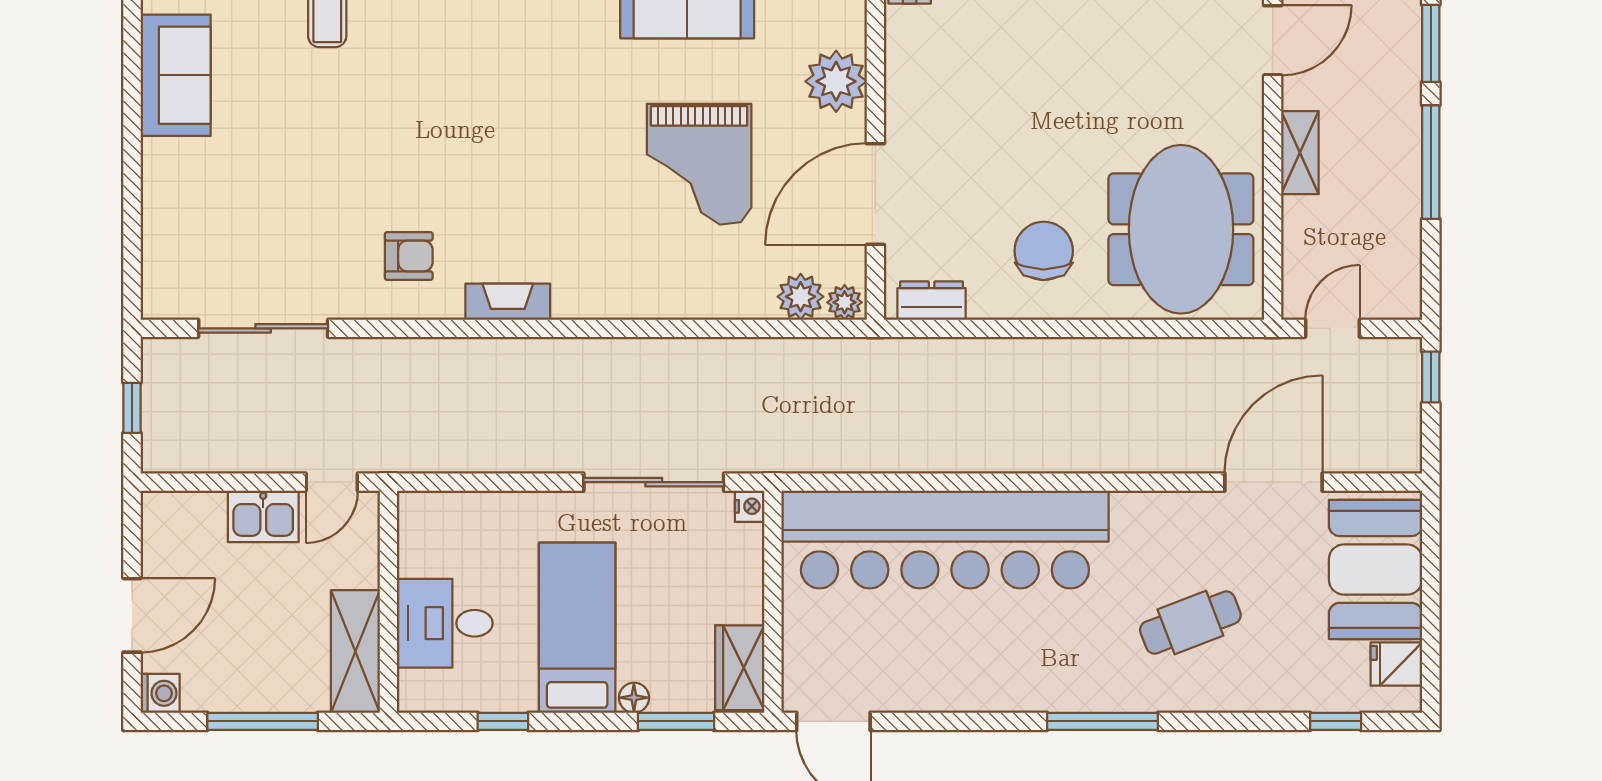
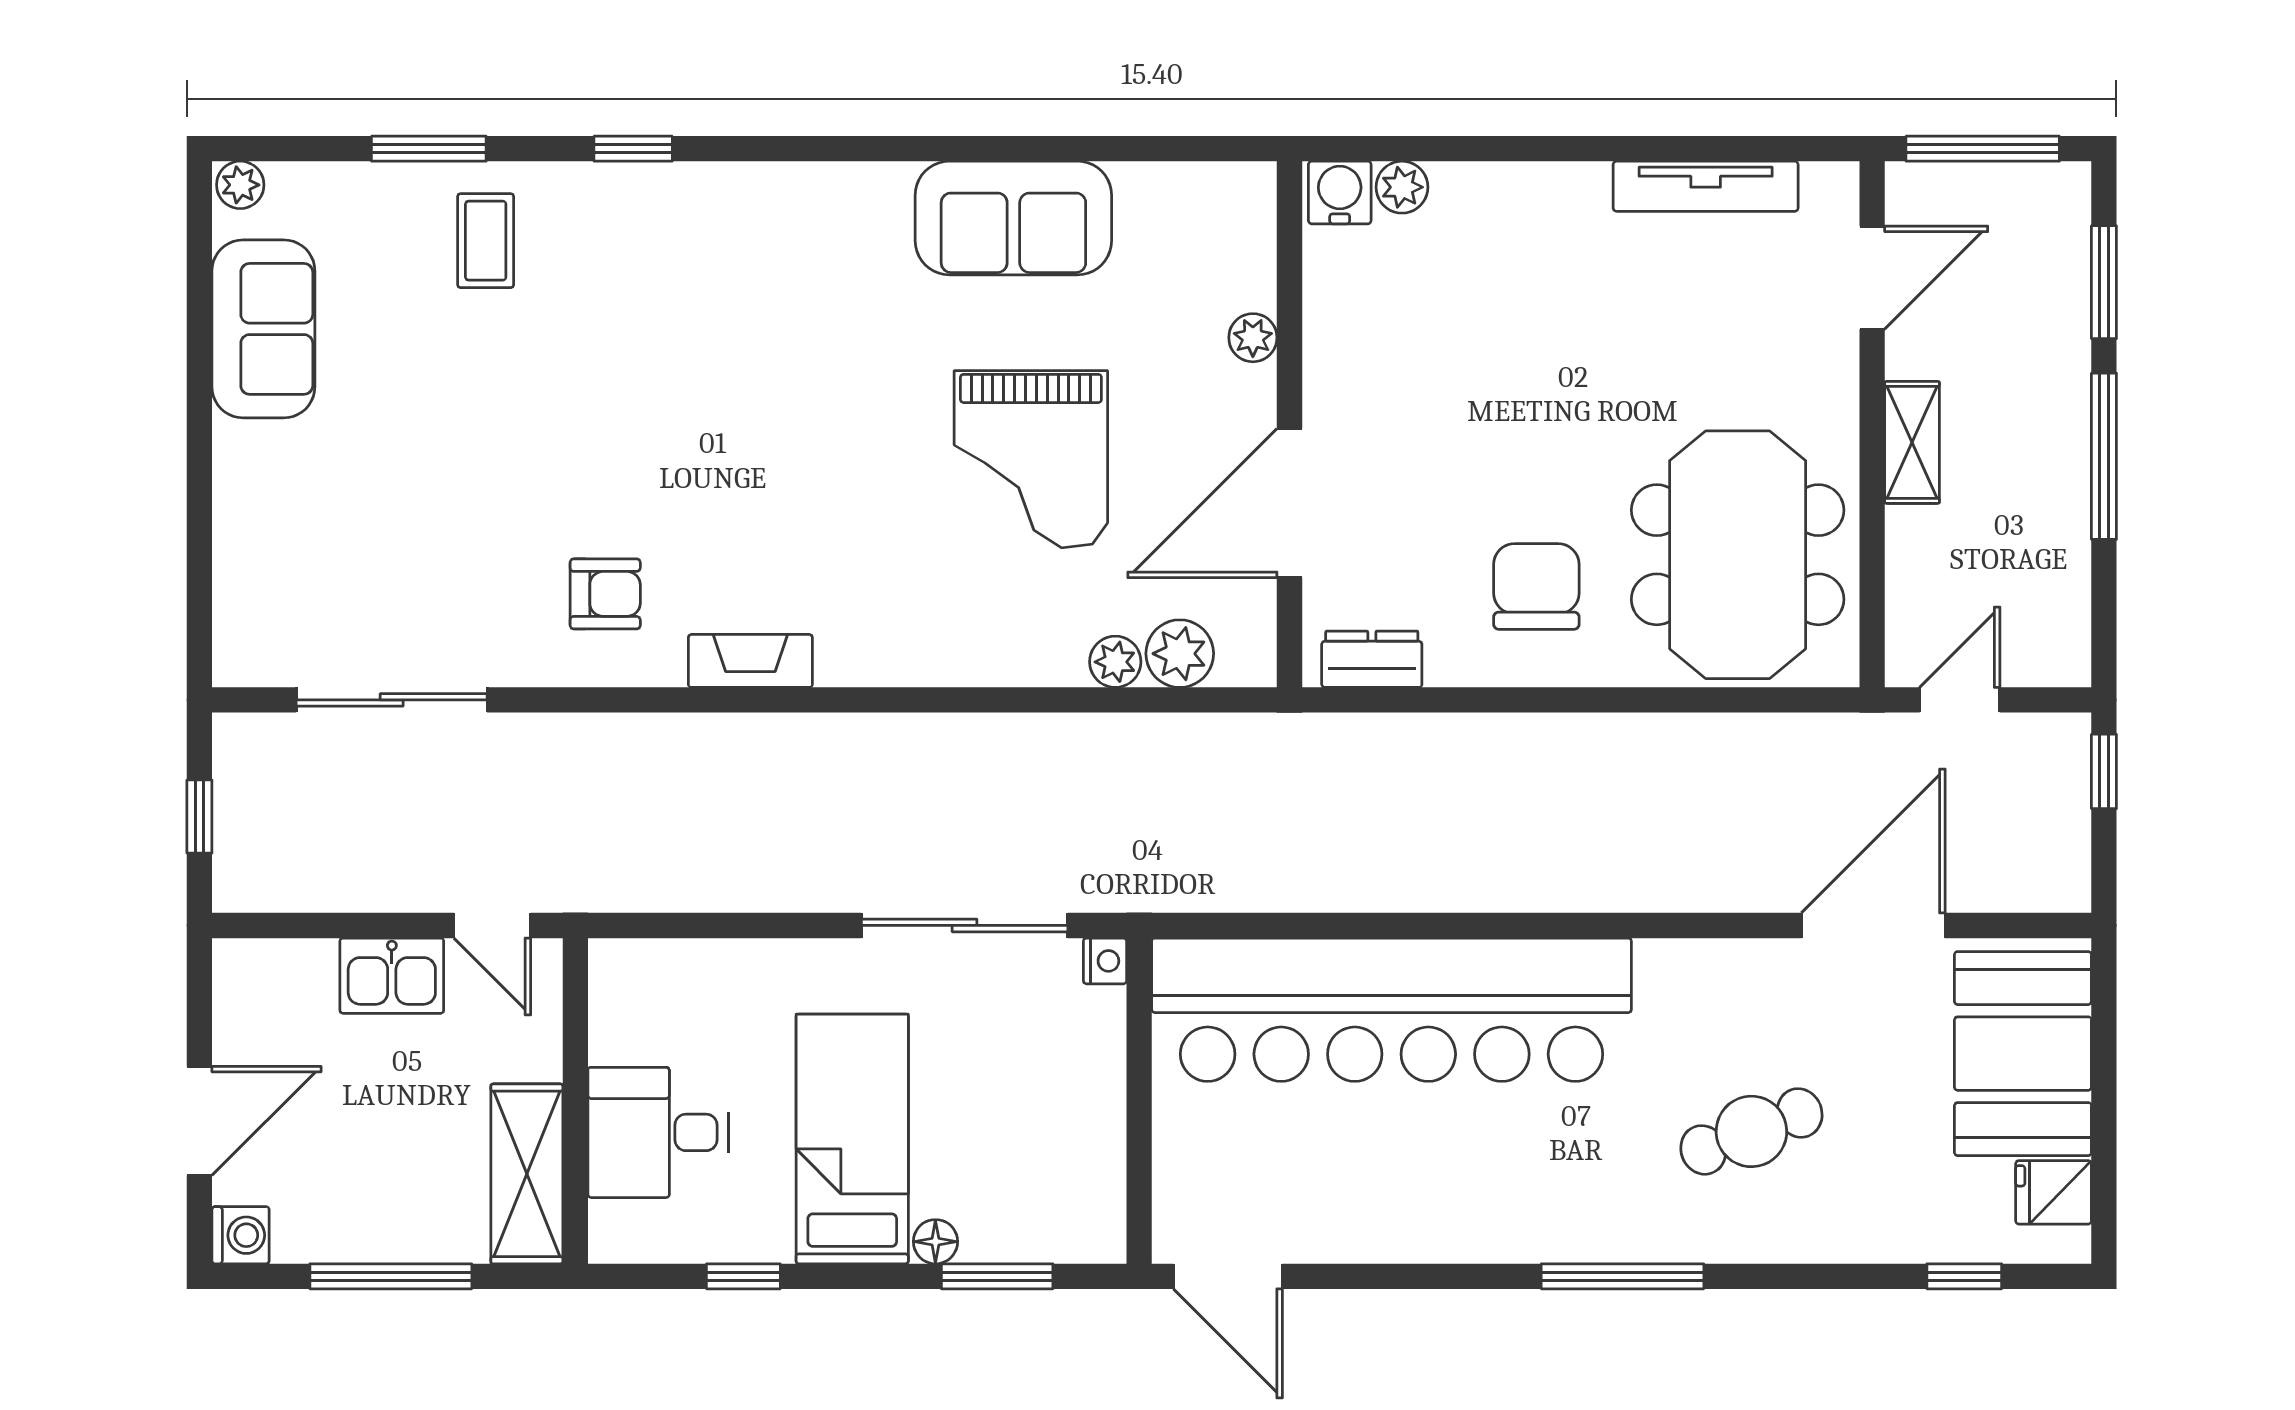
plant: (836, 81) -> (1253, 338), width x0.53, depth x0.53
plant: (845, 302) -> (1115, 662), moved
door: (332, 482) -> (492, 925), hinge flipped
wardrobe: (740, 668) -> (1091, 1198), removed

